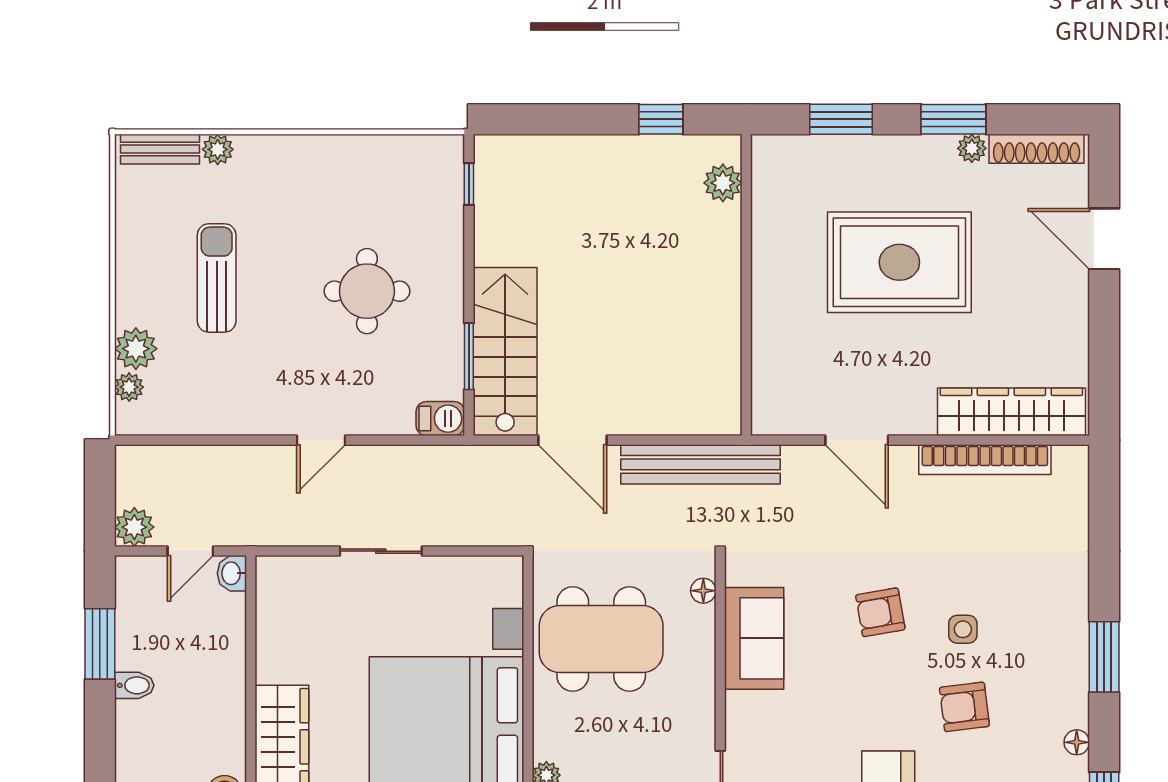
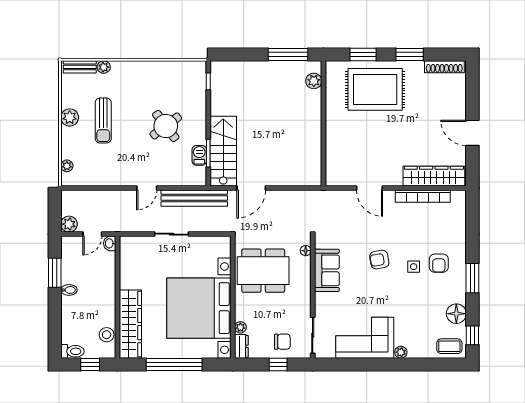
window: (661, 119) -> (288, 54), width x2.17
plant: (972, 148) -> (417, 67), removed
door: (1104, 239) -> (472, 133), moved
rug: (899, 262) -> (375, 89), moved
sun lounger: (217, 278) -> (103, 121), turned 180
round table: (367, 291) -> (166, 126), turned -37
plant: (136, 349) -> (70, 117), moved
barbecue: (440, 419) -> (199, 155), moved, turned -90
door: (572, 440) -> (251, 188), hinge flipped
bench: (700, 464) -> (194, 198), moved
armchair: (964, 707) -> (439, 263), moved, turned -83
floor lamp: (1077, 742) -> (456, 314), width x1.89, depth x1.89

